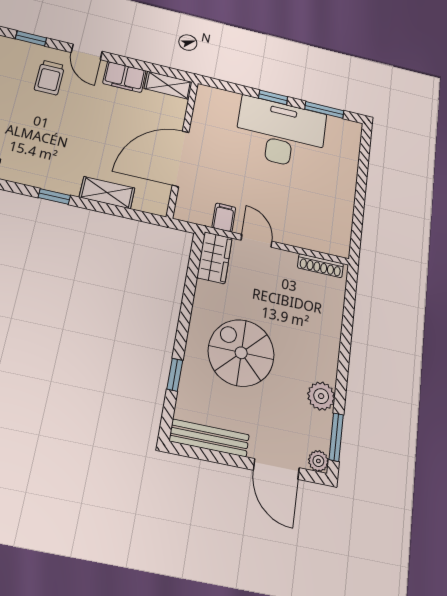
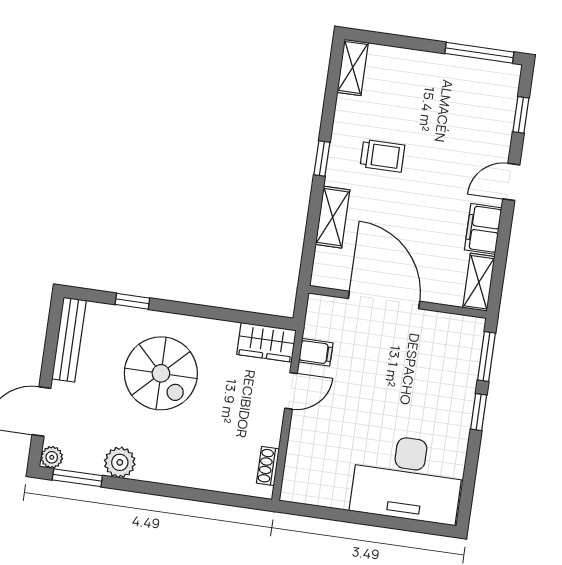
trolley: (50, 77) -> (382, 156), moved, turned 180
window: (324, 110) -> (486, 356), moved
desk: (281, 133) -> (407, 479), moved, turned 90
shoe rack: (320, 266) -> (268, 466), width x0.70
spiral stairs: (241, 353) -> (161, 373), turned 90

